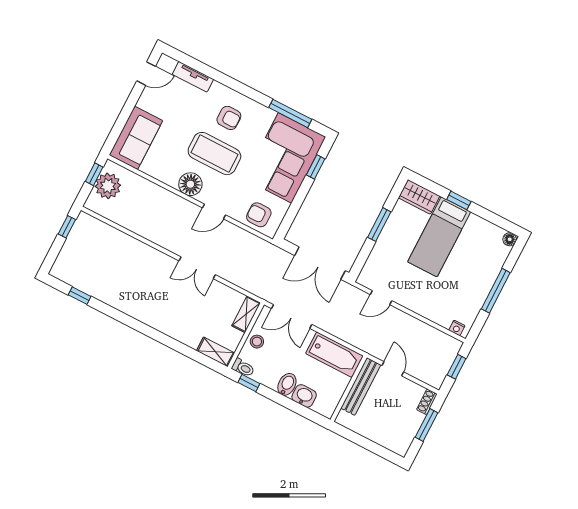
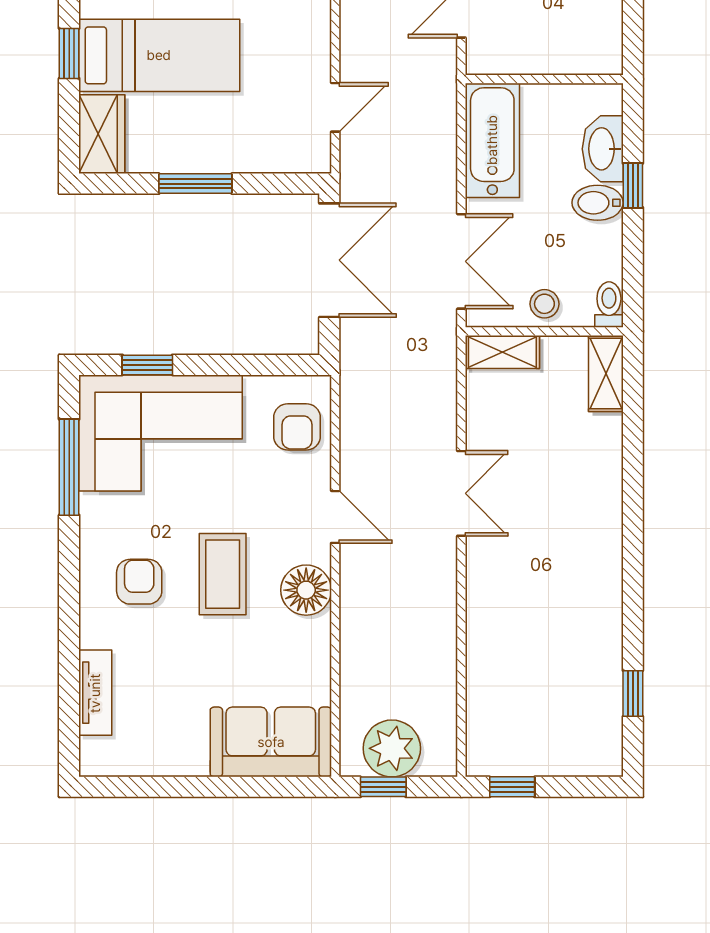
door: (146, 74) -> (136, 787), removed
coffee table: (214, 154) -> (223, 574), width x0.73, depth x0.76
door: (381, 298) -> (335, 107), hinge flipped
window: (249, 383) -> (633, 185), moved
bench: (361, 386) -> (528, 58), removed
washbasin: (304, 396) -> (603, 149), width x1.38

